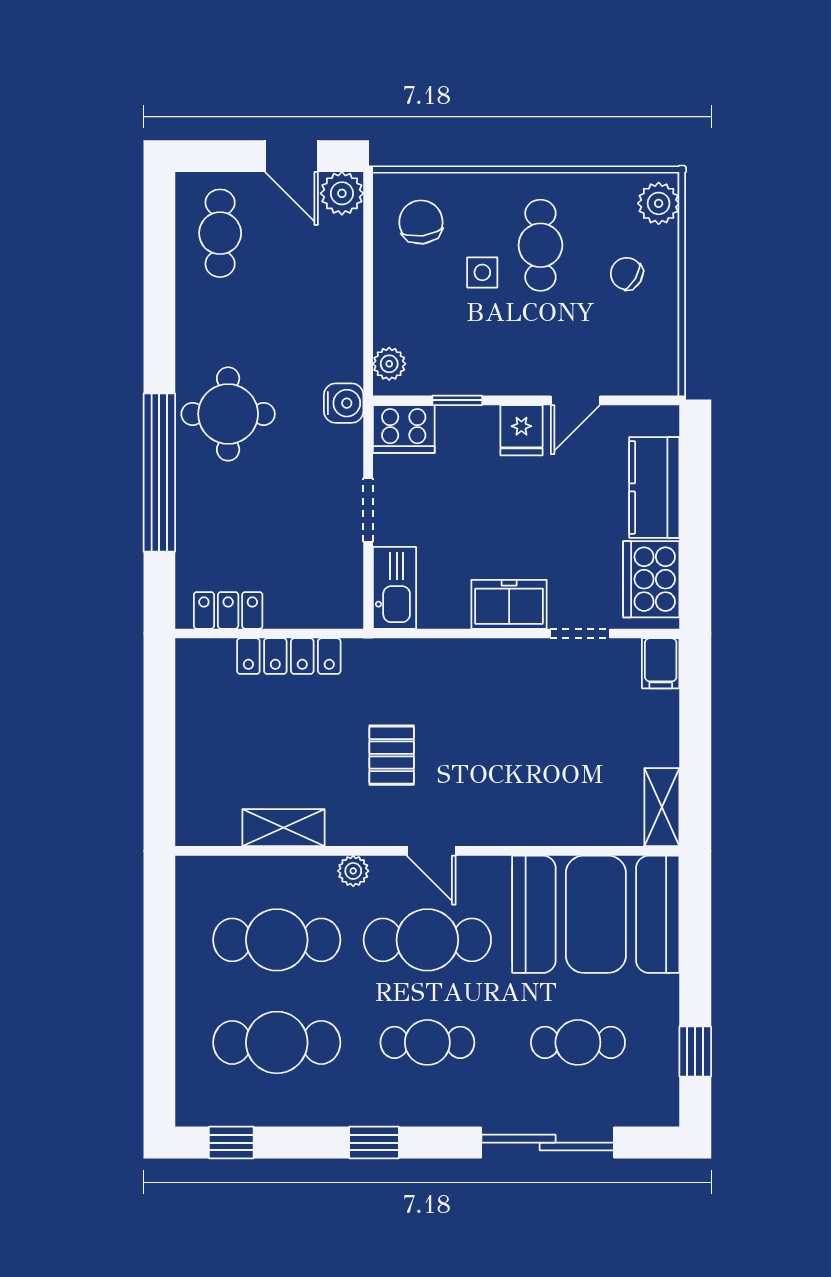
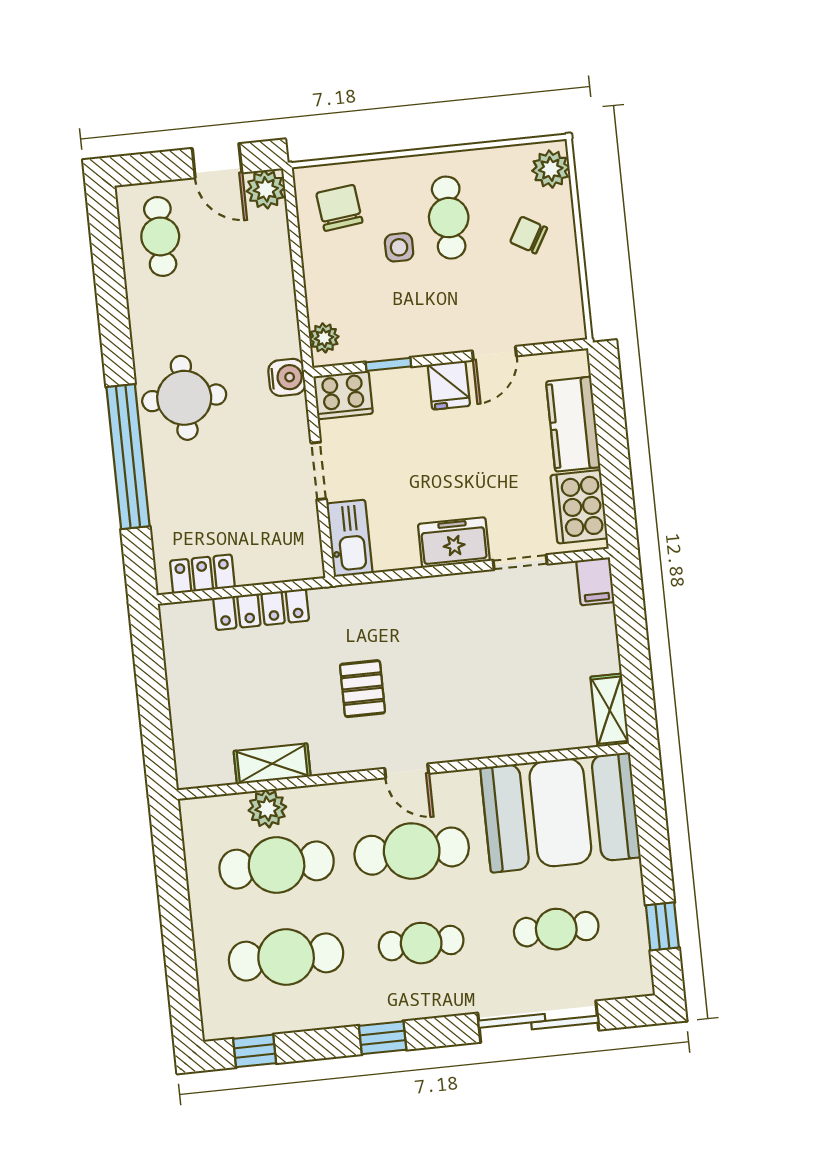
plant: (353, 871) -> (267, 809), moved, width x1.38, depth x1.38

